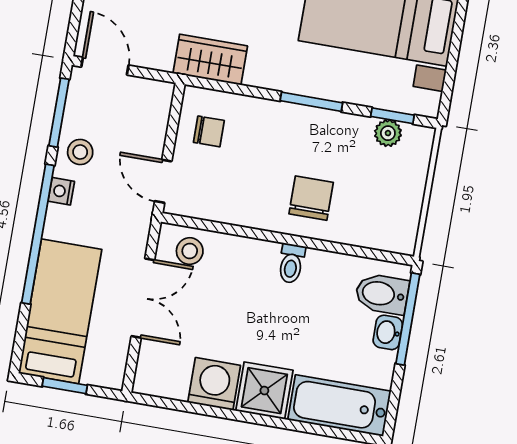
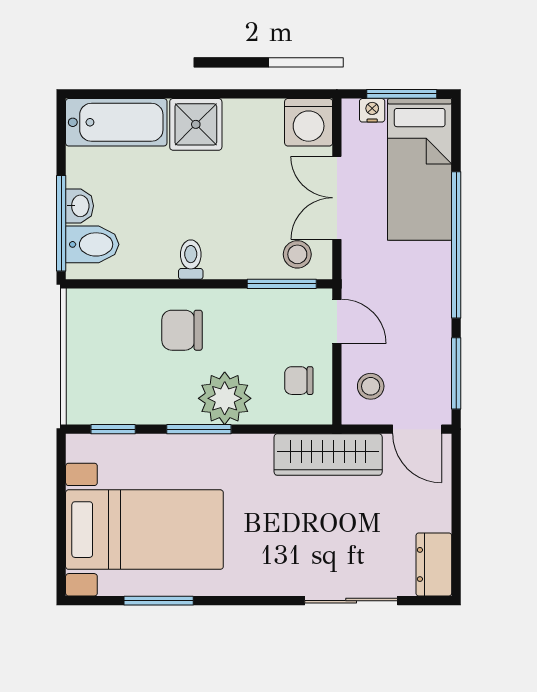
wardrobe: (210, 60) -> (328, 455), width x1.50
plant: (388, 133) -> (225, 398), moved, width x1.88, depth x1.88
stool: (80, 152) -> (371, 386), moved
nightstand: (61, 191) -> (372, 110), moved, turned -90
chair: (311, 198) -> (182, 330), turned 90
window: (209, 226) -> (282, 284), added
washing machine: (214, 384) -> (309, 122), moved
window: (65, 386) -> (402, 94), width x1.50

